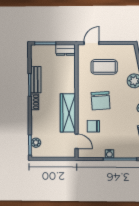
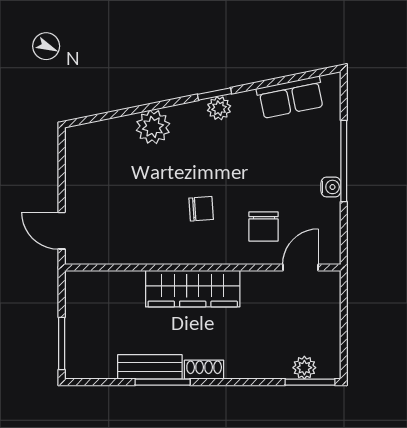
dresser: (66, 50) -> (78, 294), removed
coffee table: (104, 67) -> (119, 200), removed
chair: (101, 101) -> (201, 209), width x0.54, depth x0.54
wardrobe: (68, 113) -> (193, 289), moved

